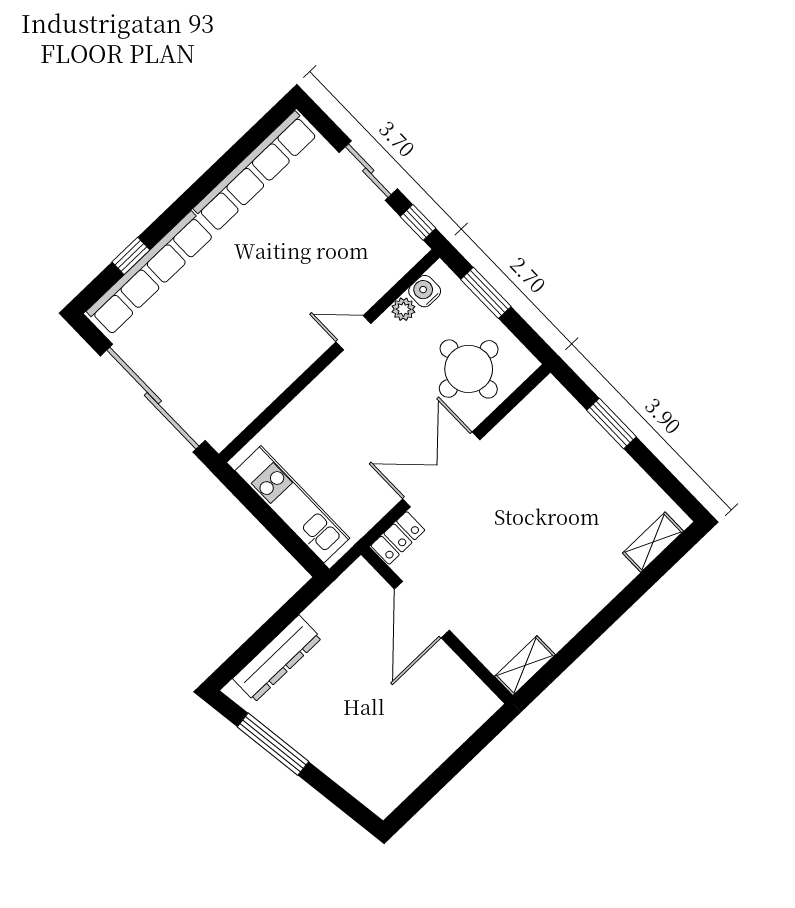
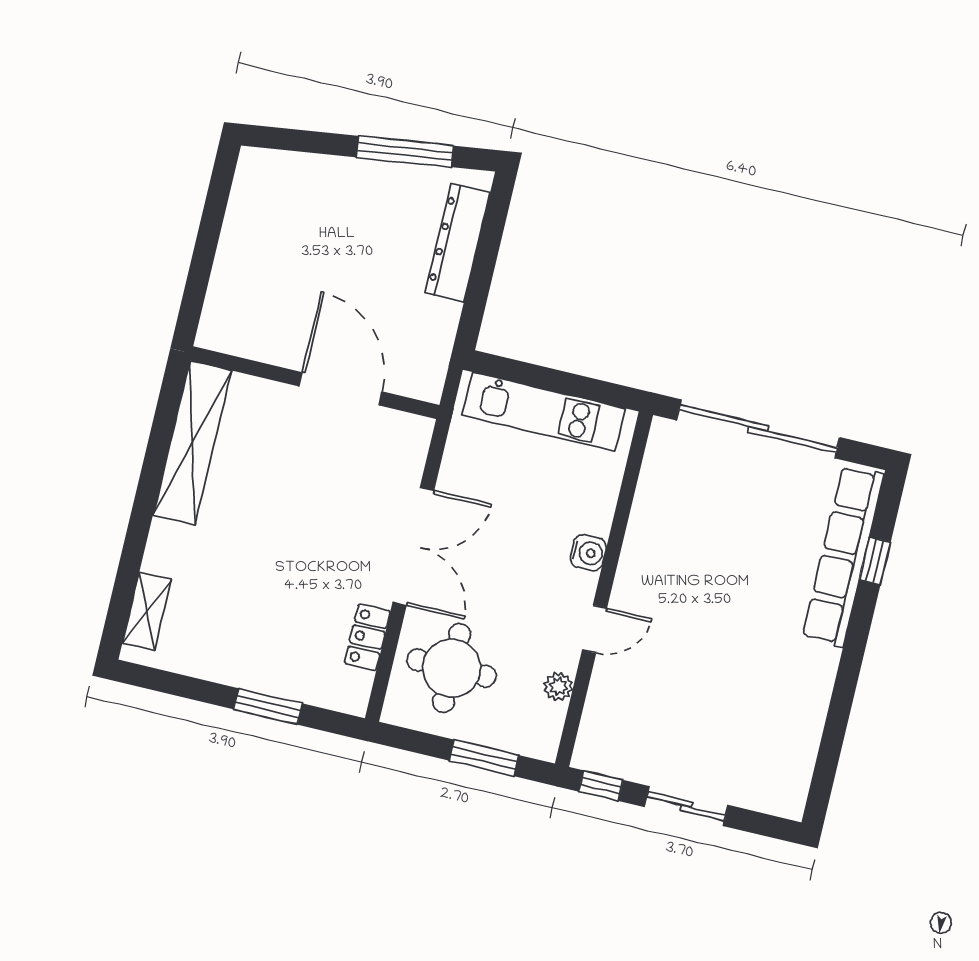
row of seats: (255, 172) -> (802, 730), removed
water cooler: (425, 291) -> (588, 553), moved
locker: (398, 538) -> (367, 637), moved
shelving: (525, 666) -> (192, 443), width x2.20, depth x1.33

